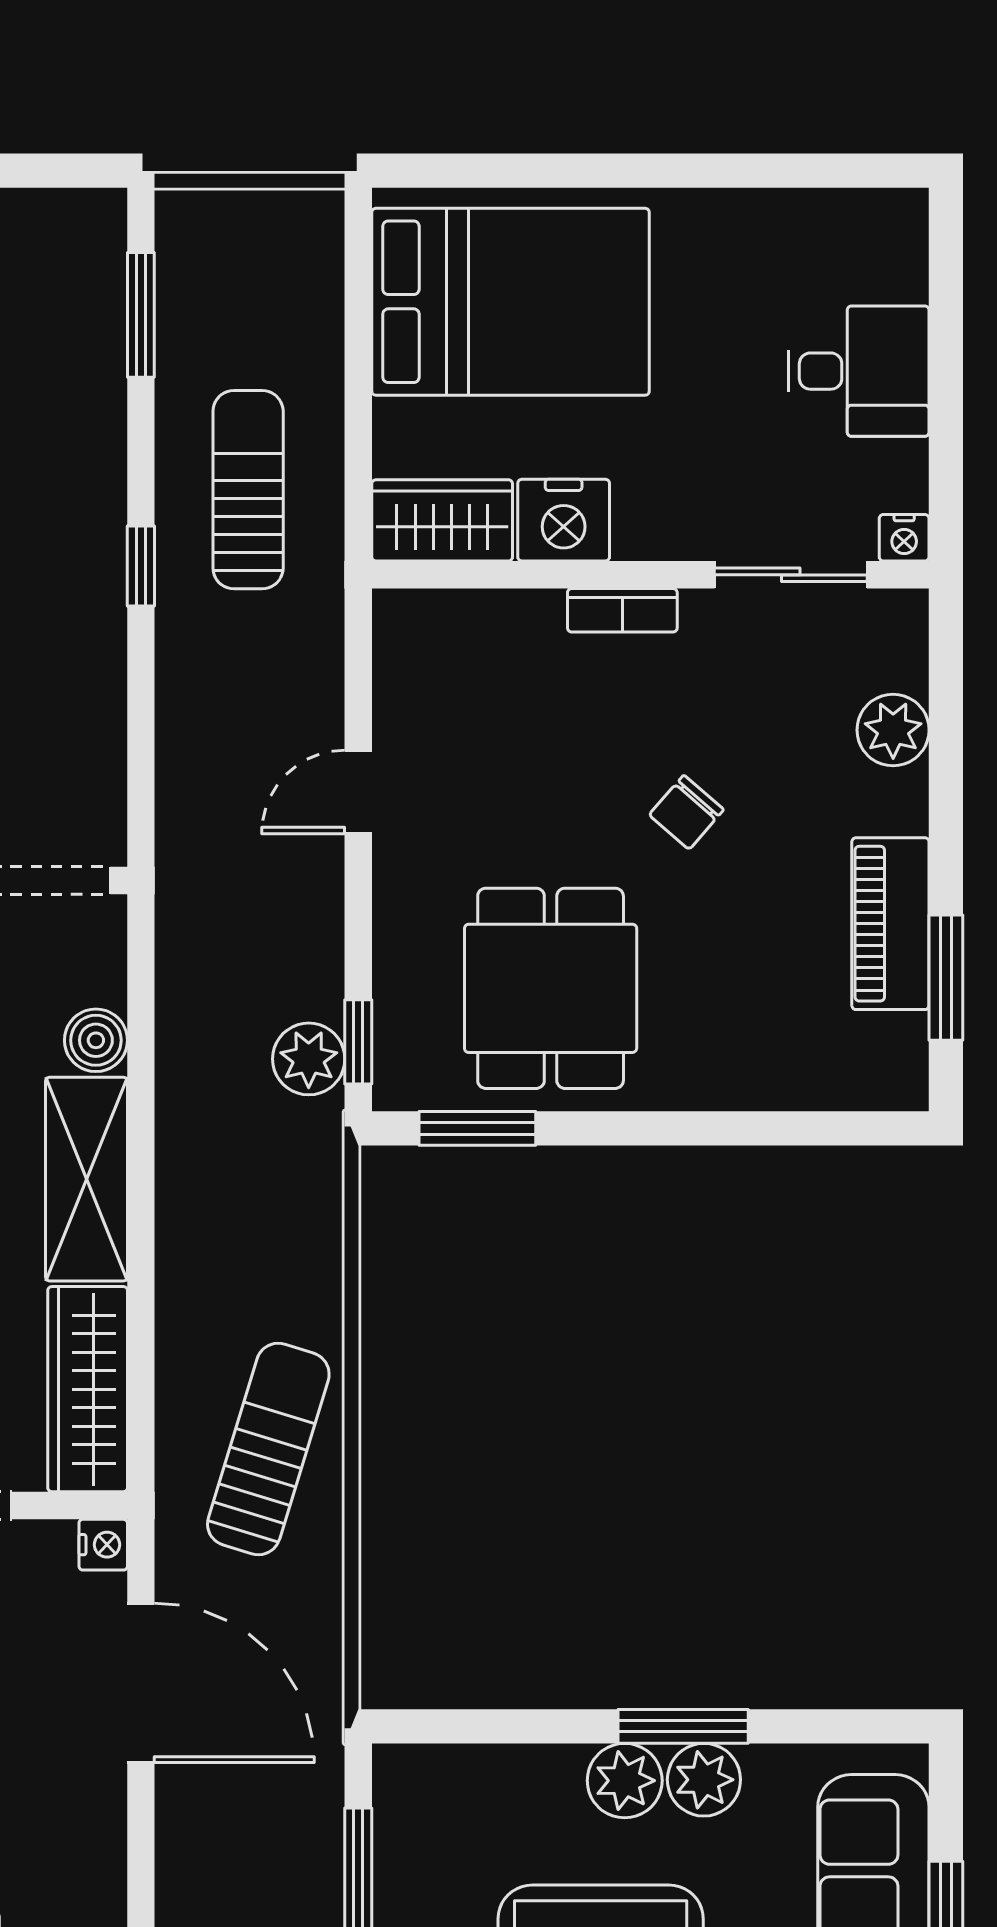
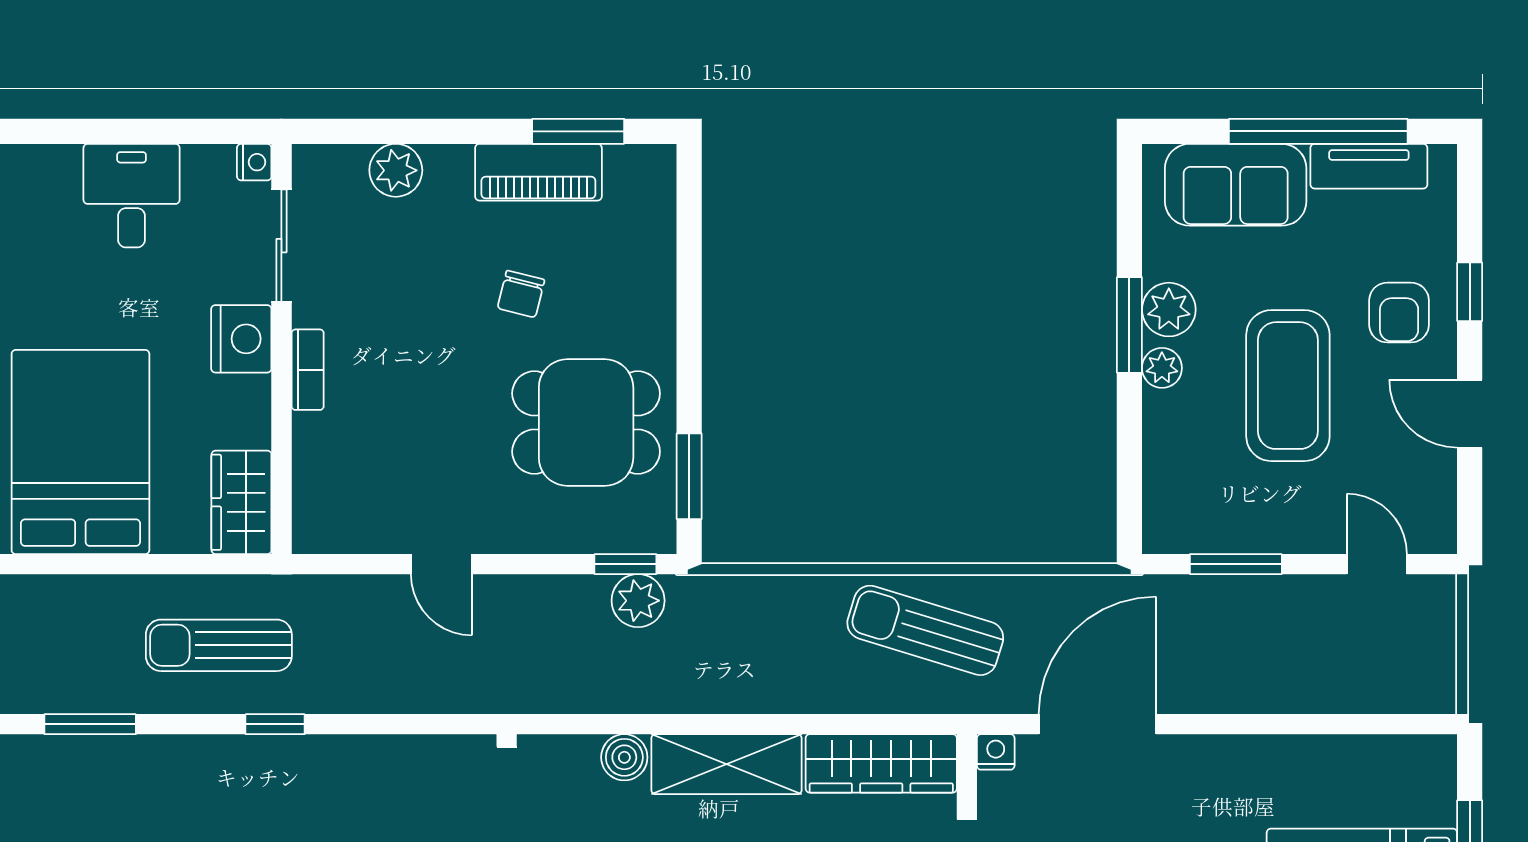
nightstand: (564, 520) -> (241, 339), moved
chair: (686, 812) -> (521, 294), moved, turned 63
plant: (625, 1781) -> (1162, 368), width x0.73, depth x0.73

